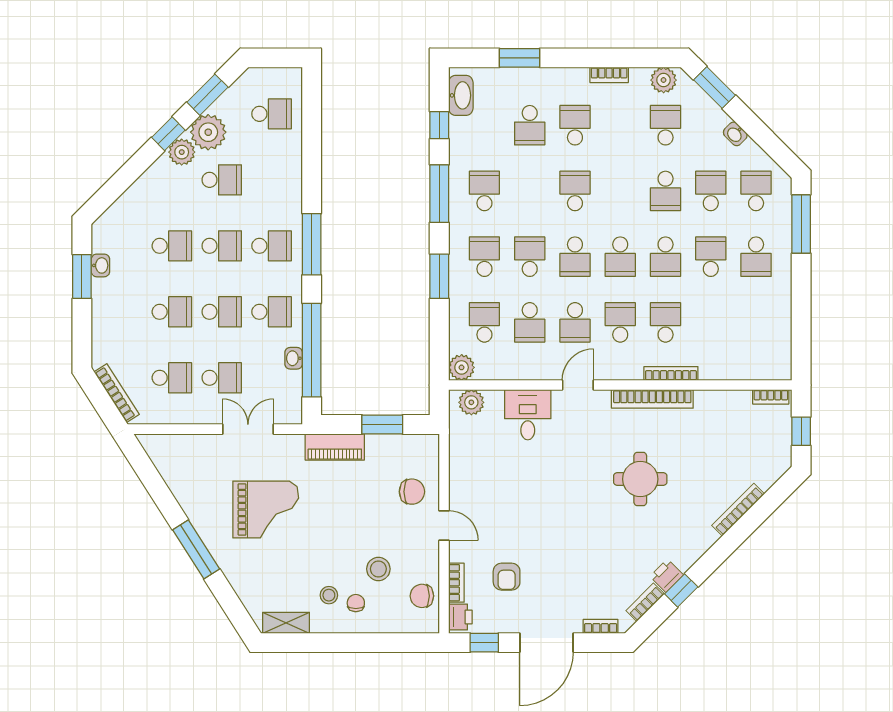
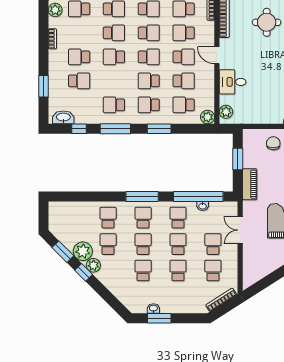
school desk: (272, 114) -> (108, 218), moved
school desk: (620, 191) -> (114, 33), added

